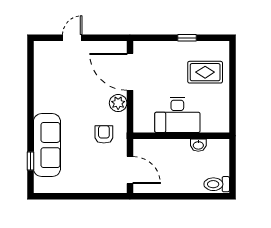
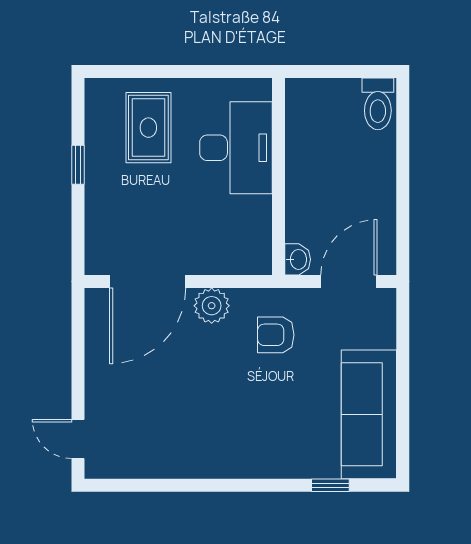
door: (72, 38) -> (78, 439), moved
desk: (177, 115) -> (236, 148), moved
sofa: (47, 145) -> (369, 414), moved, turned -90
washbasin: (198, 145) -> (298, 259), moved

